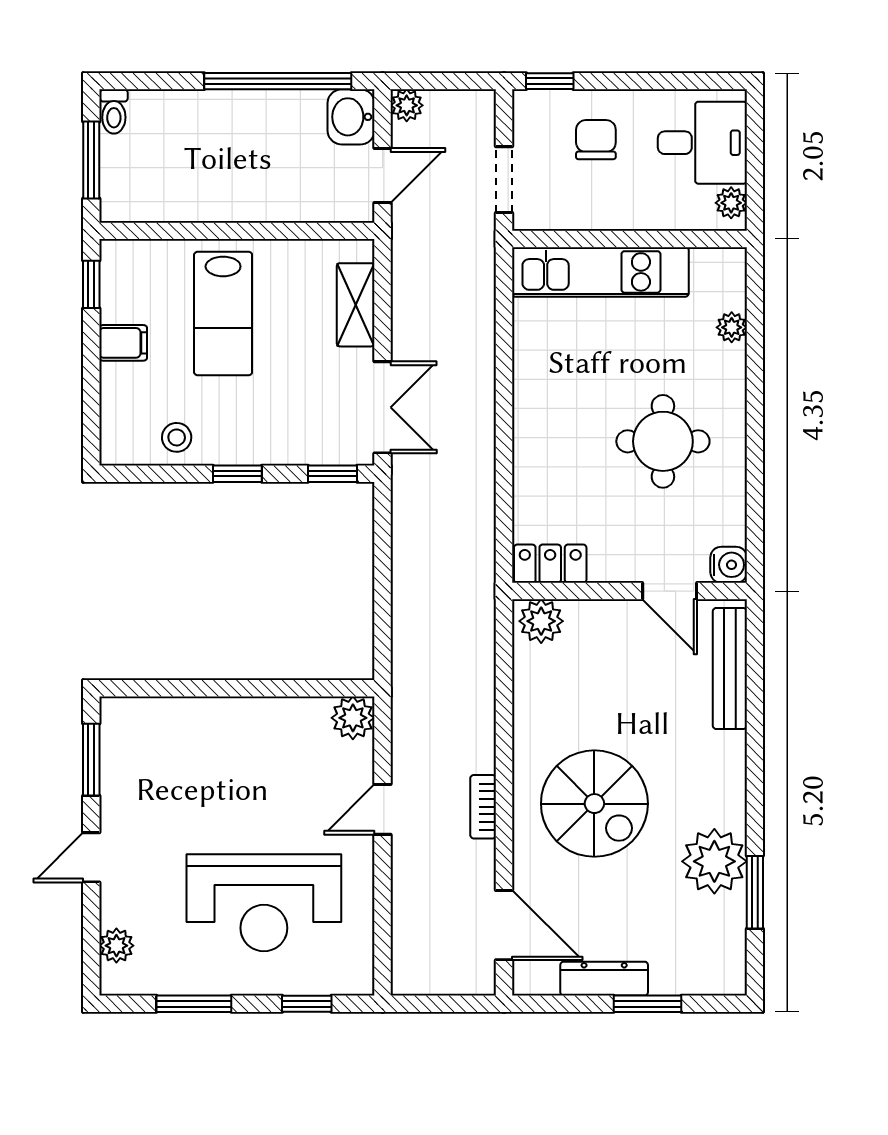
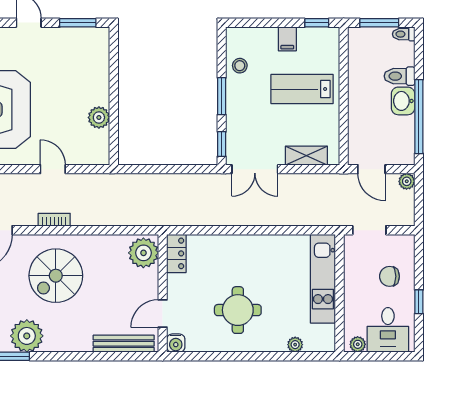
window: (550, 81) -> (419, 302), moved
washbasin: (351, 117) -> (403, 101), moved, turned -90
toilet: (197, 120) -> (399, 76), added
chair: (596, 140) -> (389, 276), turned 180
window: (237, 474) -> (222, 96), width x1.50
plant: (541, 621) -> (143, 253), width x1.36, depth x1.36
plant: (353, 718) -> (99, 117), moved

